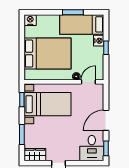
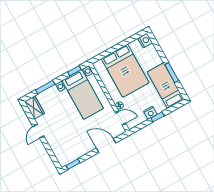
nightstand: (99, 41) -> (150, 113), moved
door: (106, 120) -> (106, 146), moved
desk: (92, 148) -> (67, 152), removed

